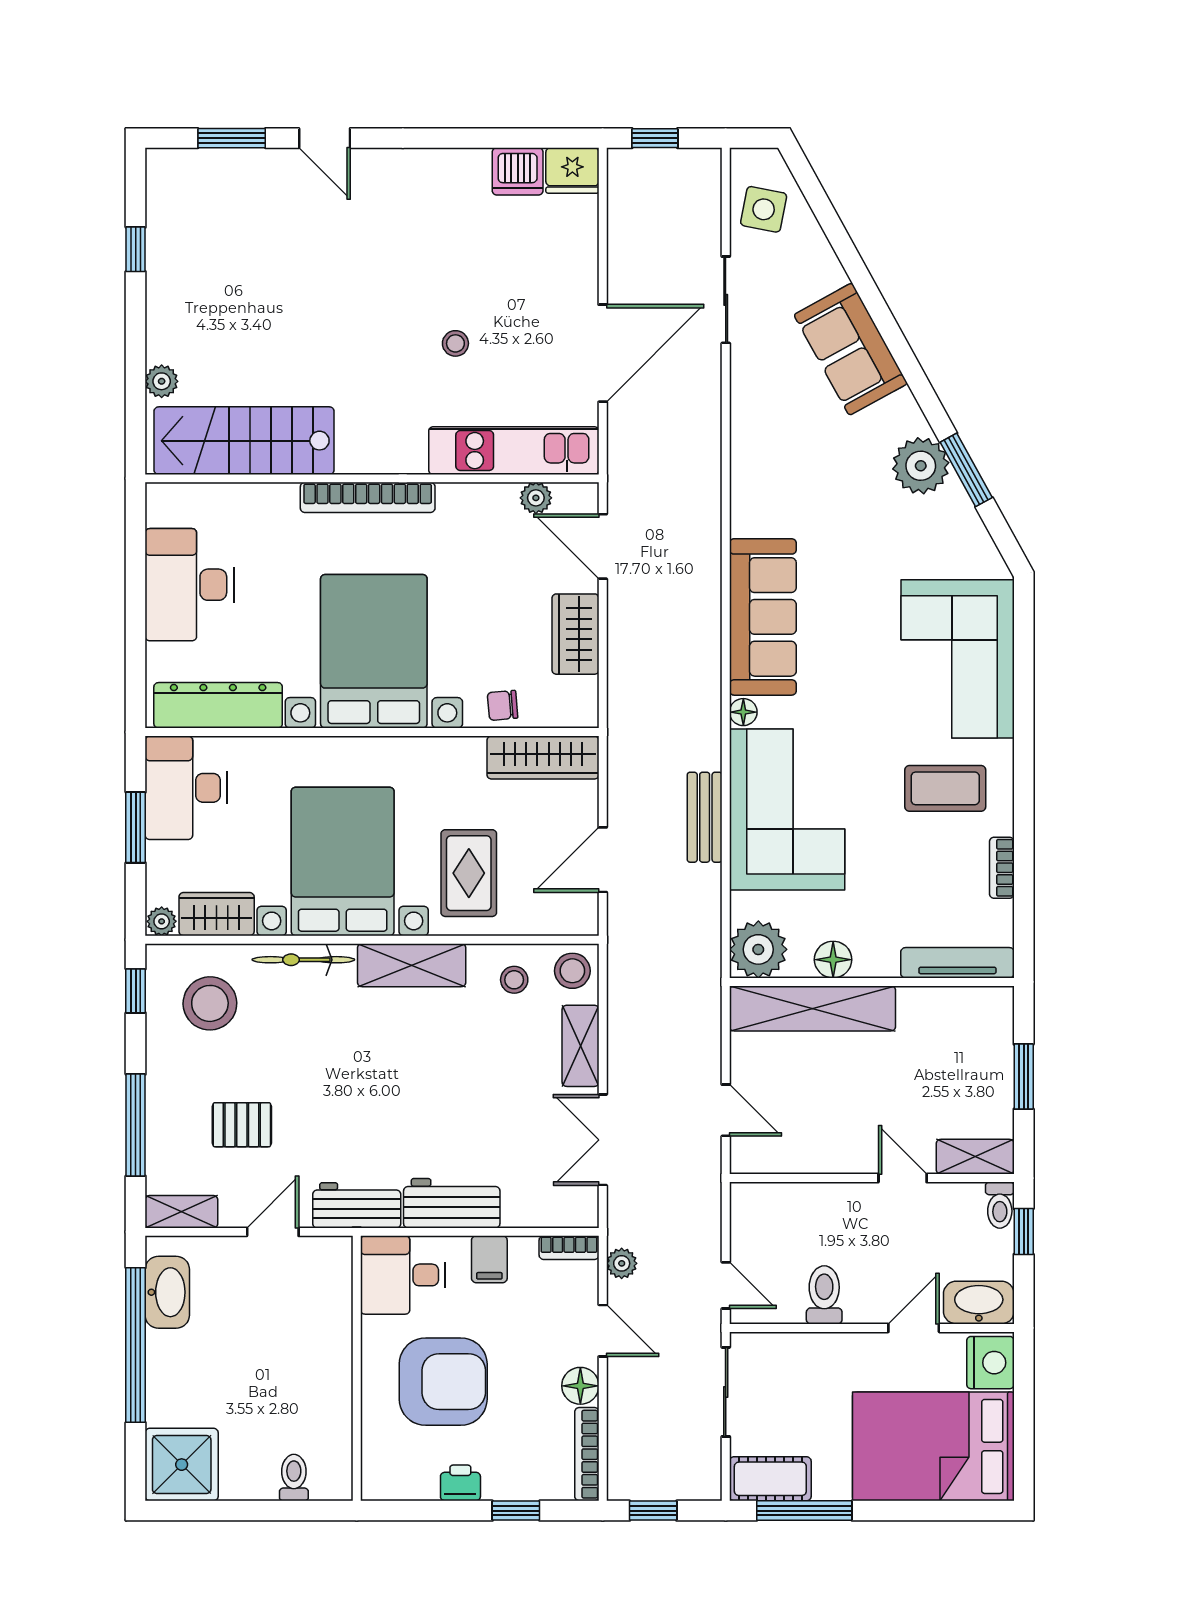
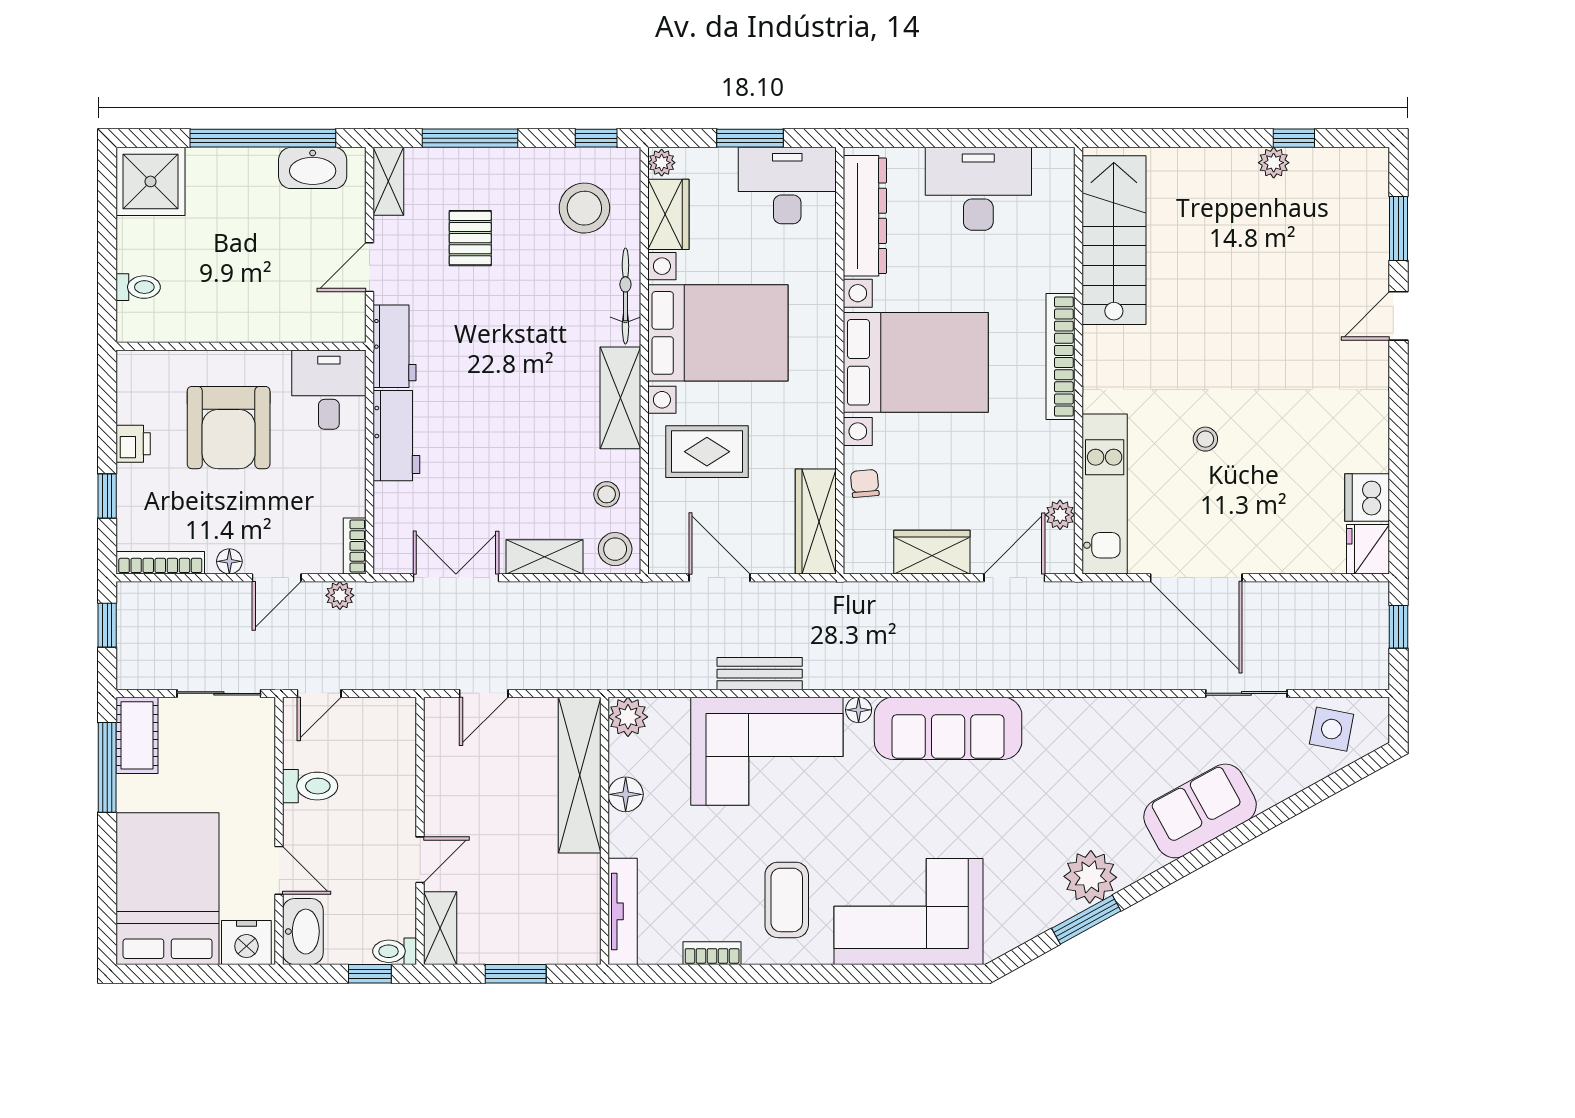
plant: (162, 381) -> (1274, 163), moved
plant: (758, 949) -> (628, 717), width x0.73, depth x0.73
door: (273, 1232) -> (369, 267), swing flipped
filing cabinet: (489, 1259) -> (344, 471), removed
floor lamp: (580, 1386) -> (229, 561), width x0.73, depth x0.73

